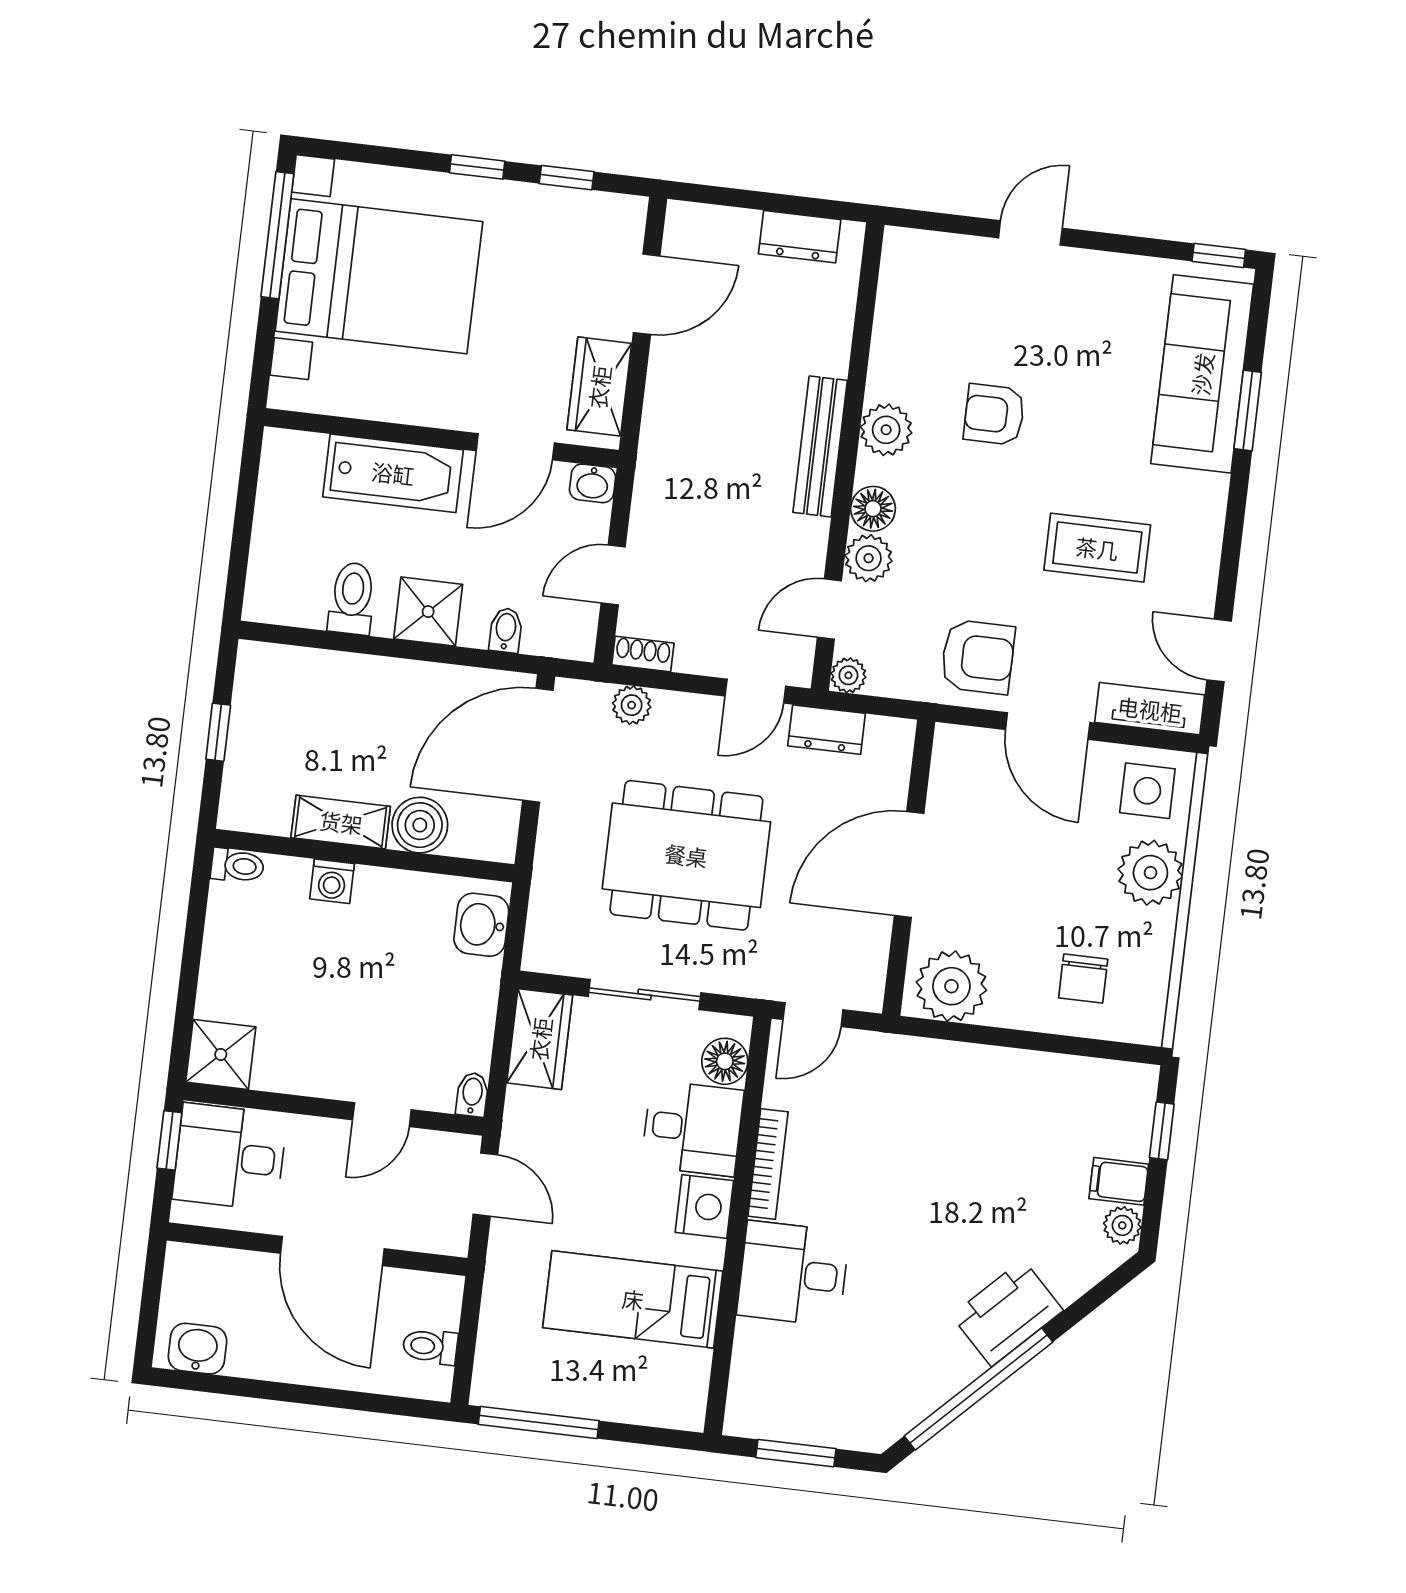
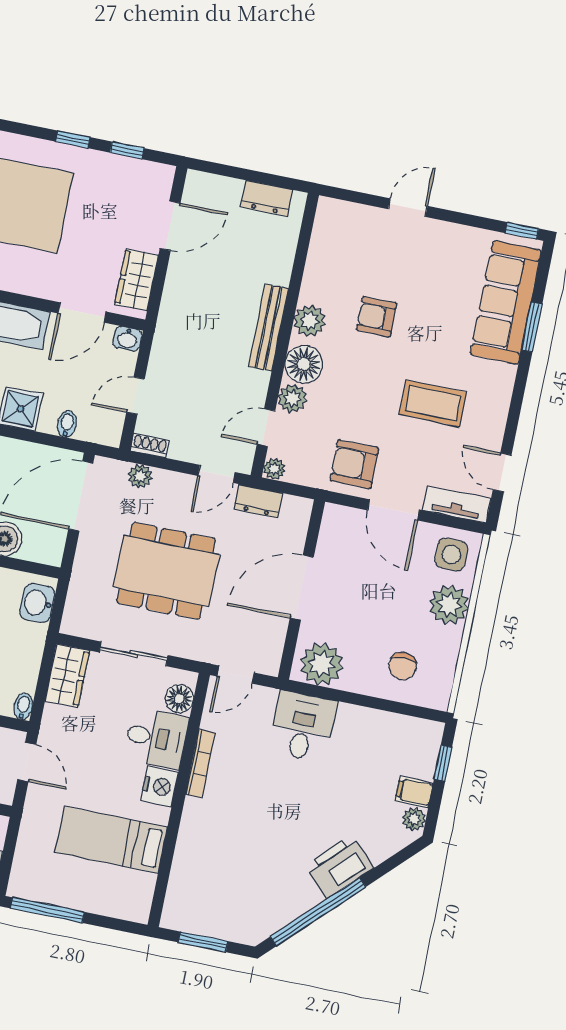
floor lamp: (873, 509) -> (304, 364), width x1.38, depth x1.38
armchair: (978, 657) -> (354, 464), turned 180
desk: (793, 1273) -> (303, 726), moved, turned 90

